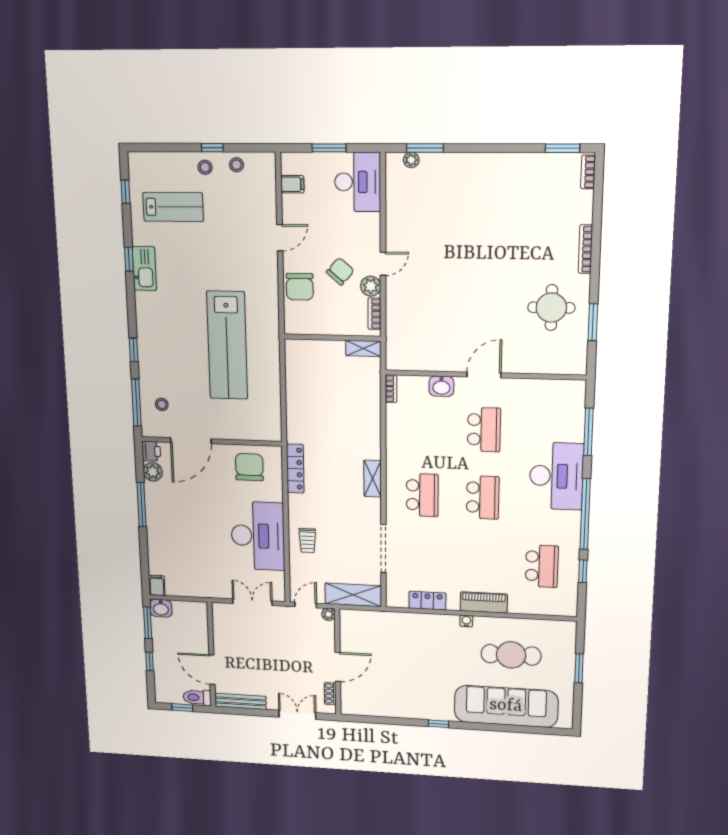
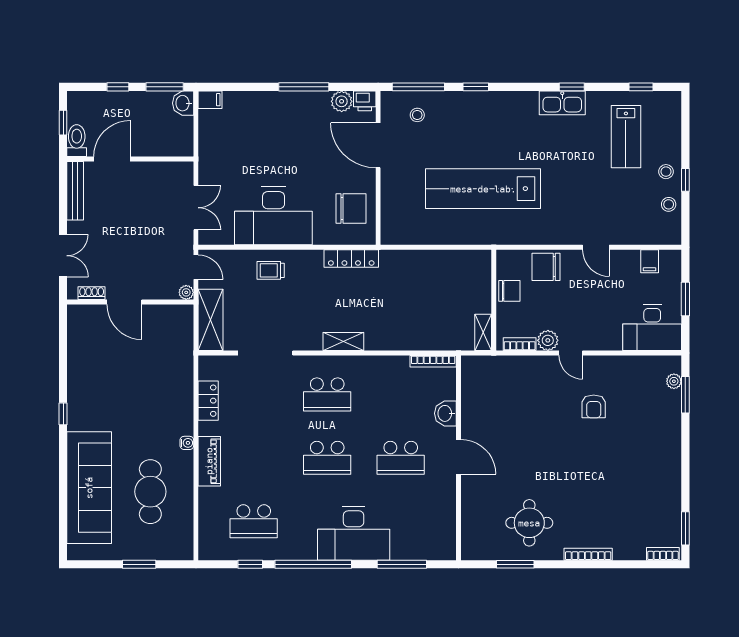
armchair: (436, 242) -> (594, 406), added
chair: (340, 271) -> (509, 291), moved, turned -41
bookcase: (391, 389) -> (433, 361), width x1.56

